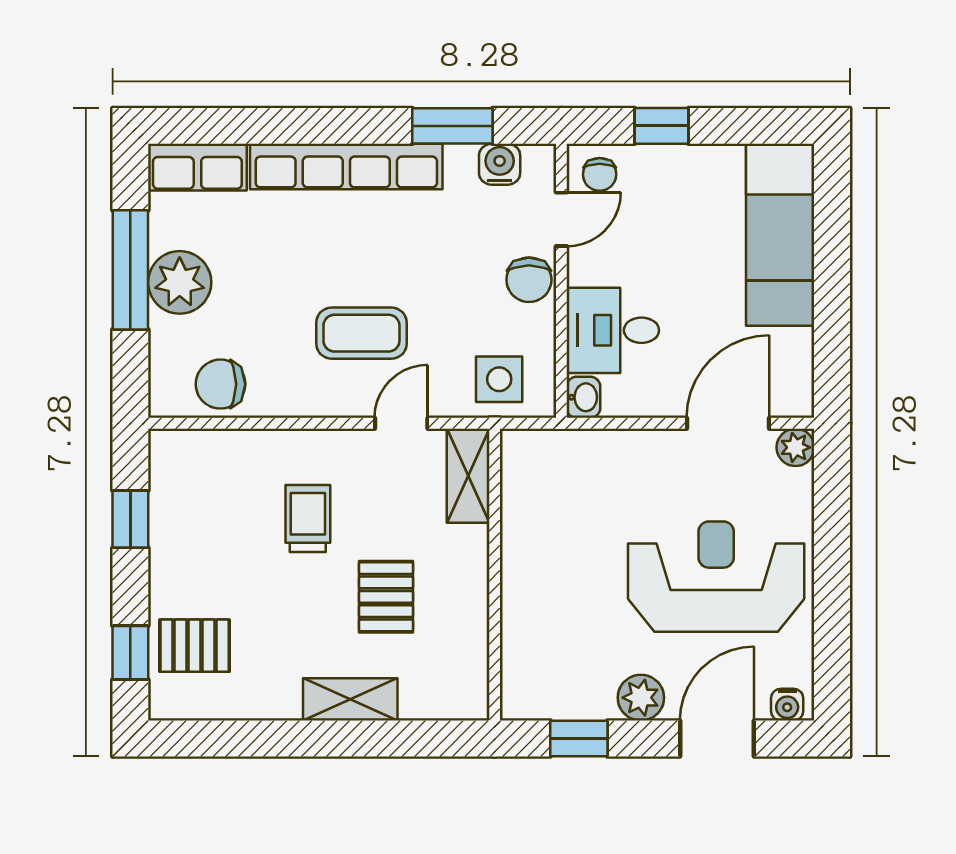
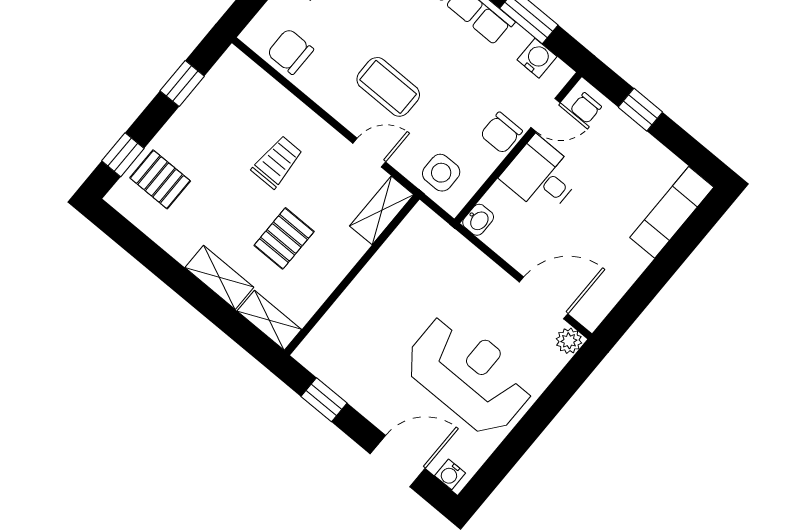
exam couch: (780, 235) -> (672, 212), width x0.73, depth x0.69
desk: (613, 330) -> (541, 176), moved
plant: (641, 698) -> (375, 406), removed
shelving: (445, 701) -> (269, 320), added

